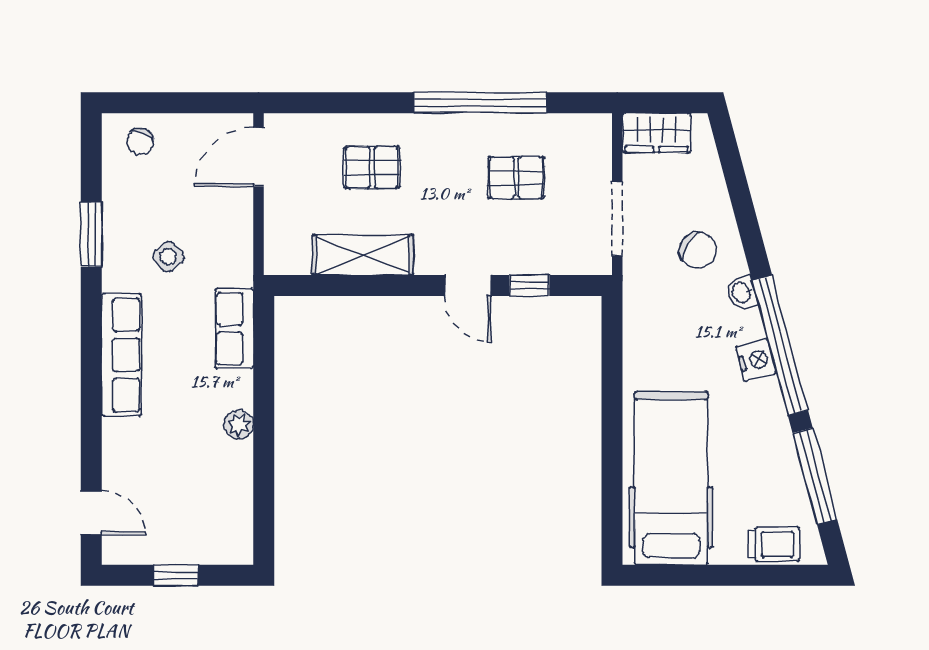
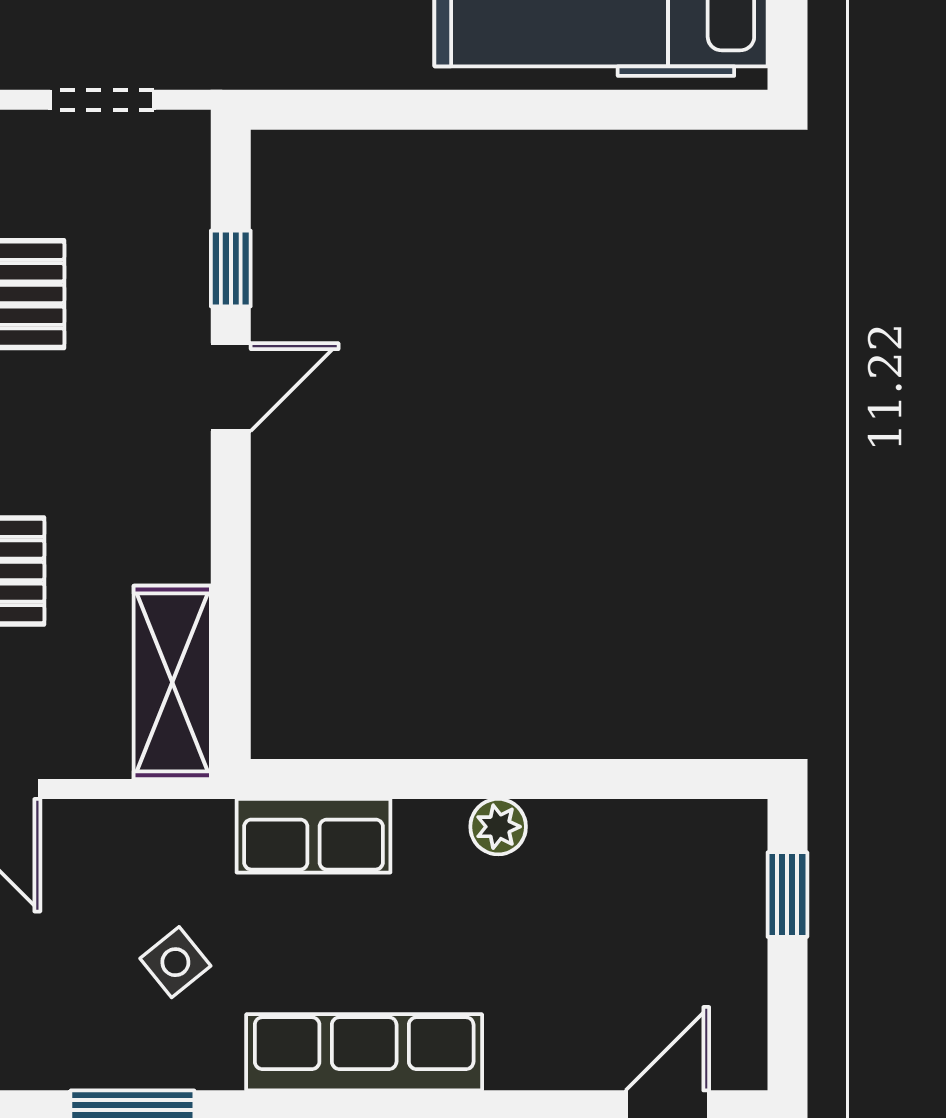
doorway: (617, 219) -> (102, 100), width x0.73
shelving: (363, 255) -> (172, 682), moved
window: (176, 575) -> (787, 895), moved

